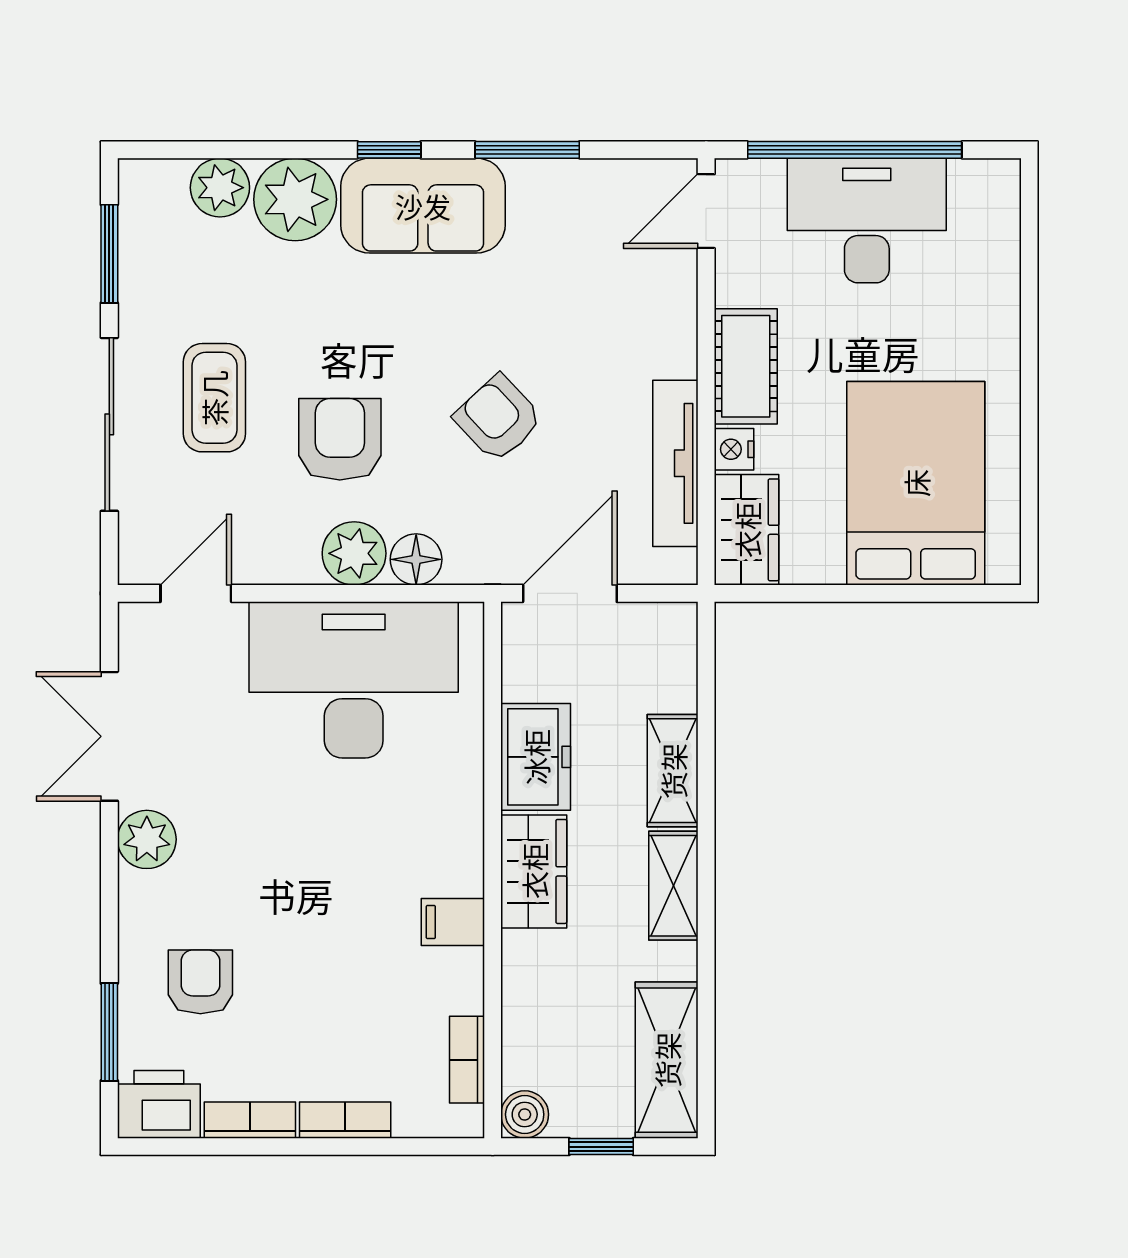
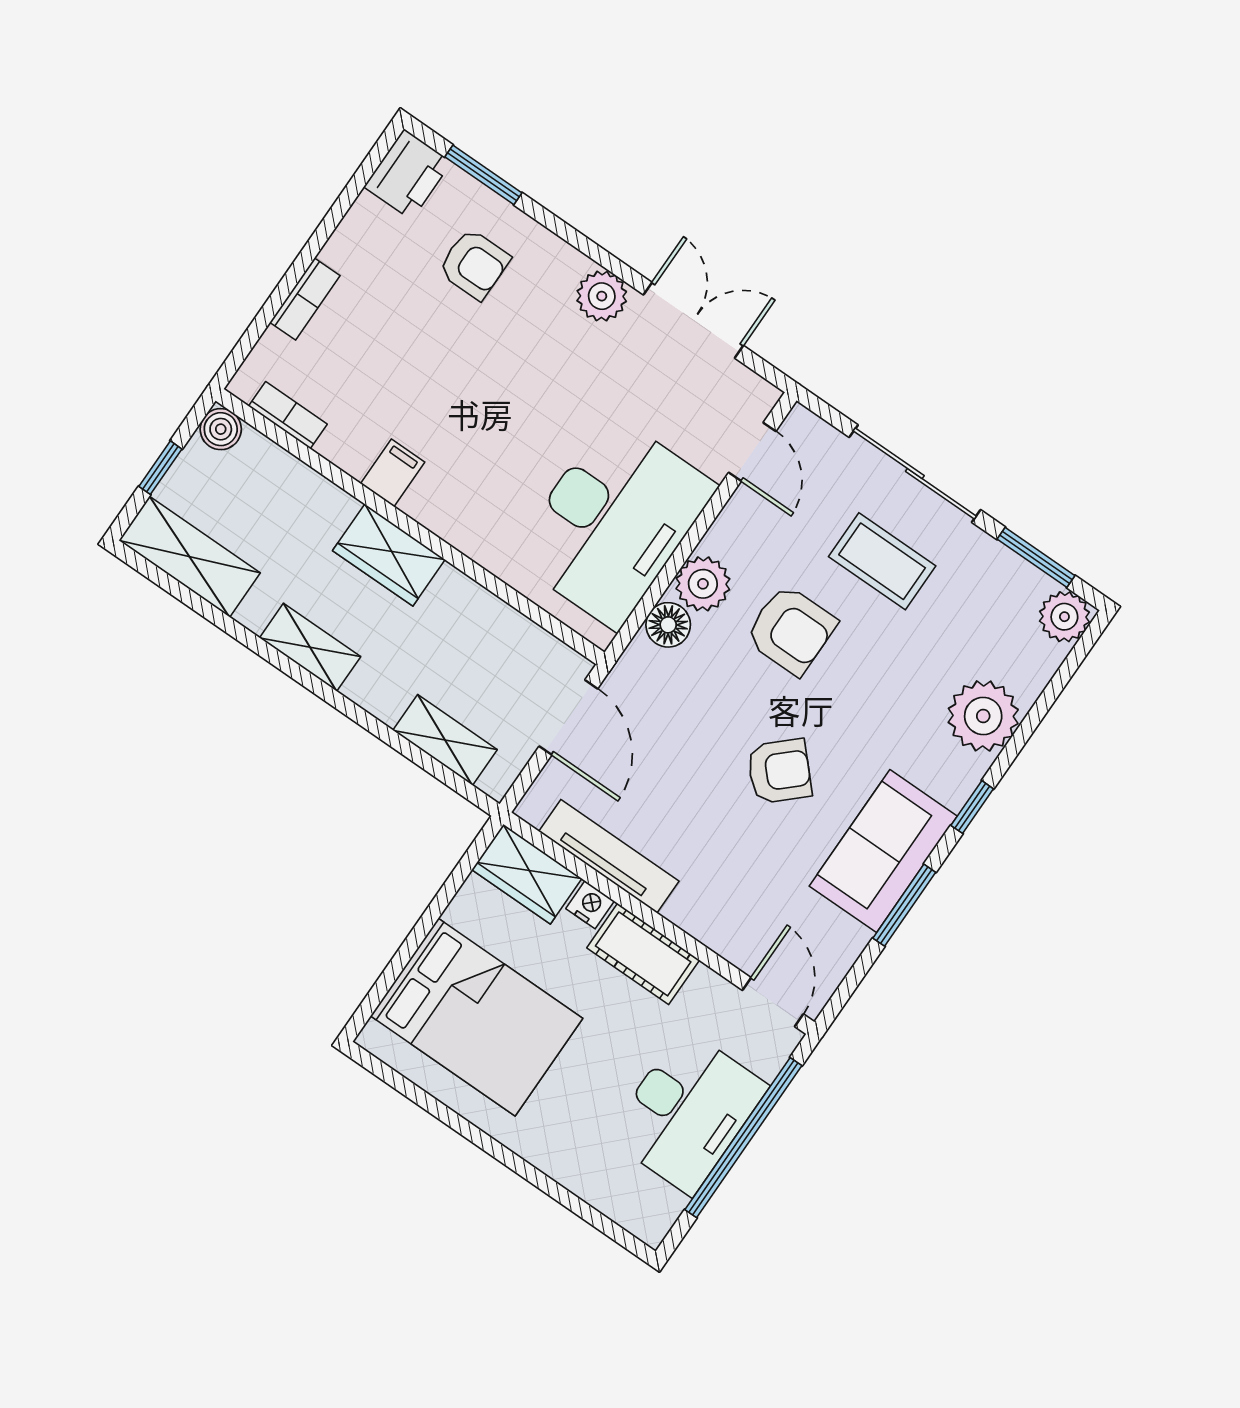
plant: (220, 188) -> (1064, 617), moved
sofa: (423, 206) -> (883, 851), moved
armchair: (498, 418) -> (779, 771), moved
freezer: (536, 757) -> (469, 613), removed
shelving: (673, 771) -> (445, 740), moved
bookcase: (250, 1120) -> (352, 231), removed

